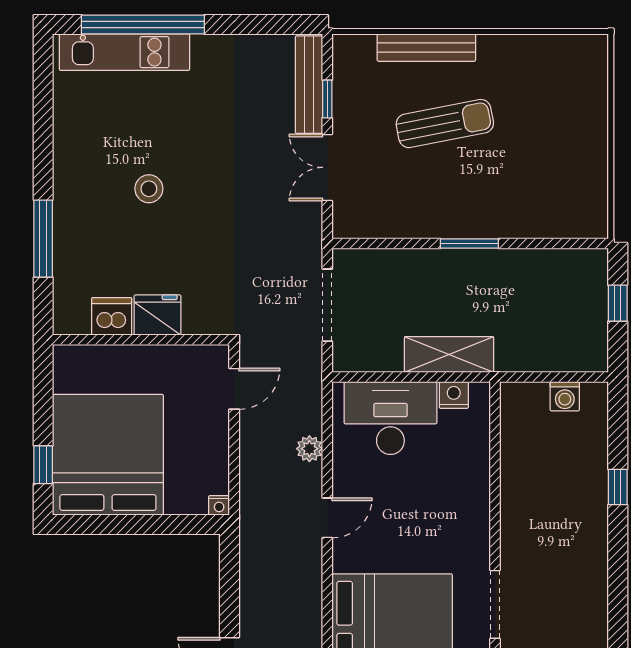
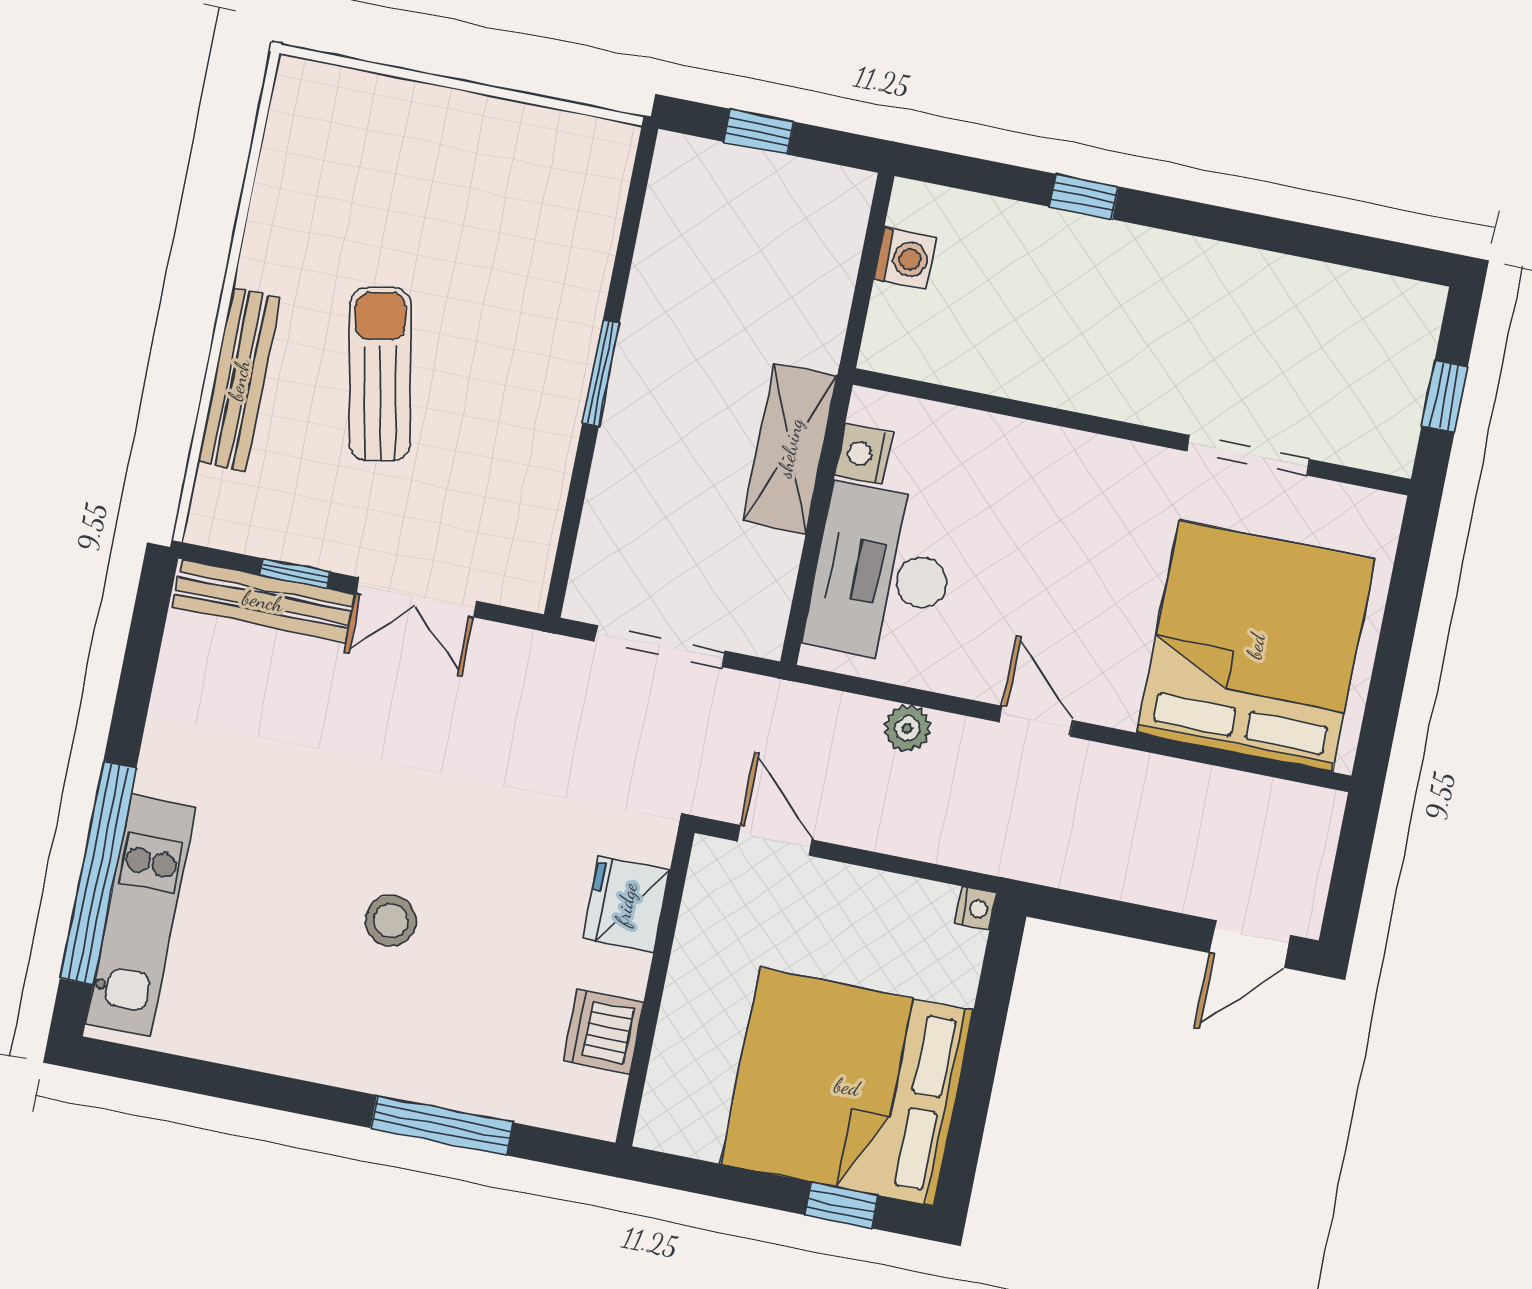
fridge: (158, 315) -> (626, 904), moved

